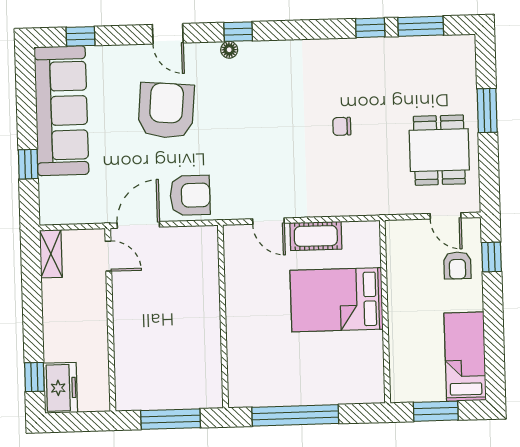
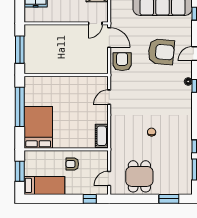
window: (487, 110) -> (169, 199), moved
dining table: (439, 150) -> (139, 176), turned 90
armchair: (190, 195) -> (122, 62), turned 180
cot: (316, 236) -> (102, 136), moved
armchair: (457, 265) -> (72, 164), moved
bed: (337, 300) -> (38, 127), moved

